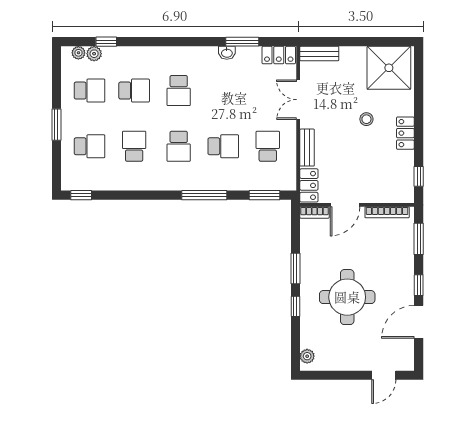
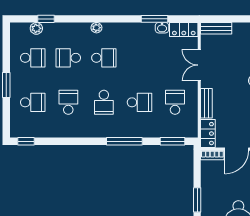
plant: (78, 53) -> (96, 28), moved
washbasin: (227, 53) -> (162, 28), moved
school desk: (134, 91) -> (68, 58), turned 180
school desk: (179, 91) -> (104, 58), turned -90

